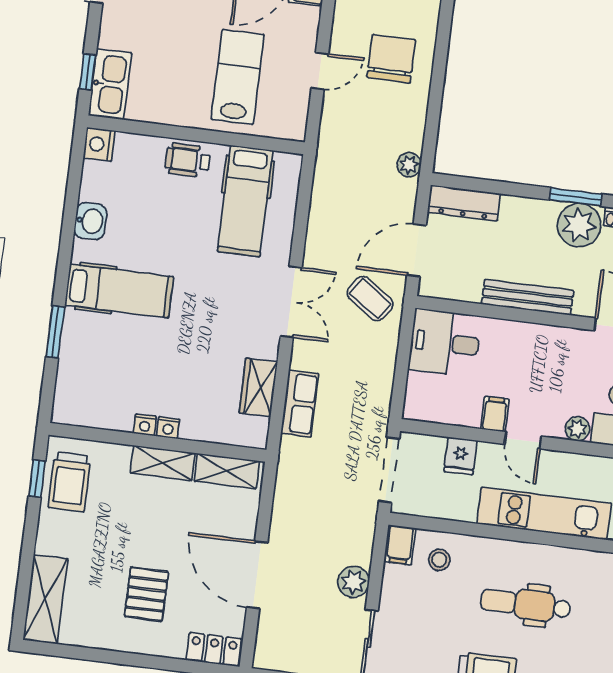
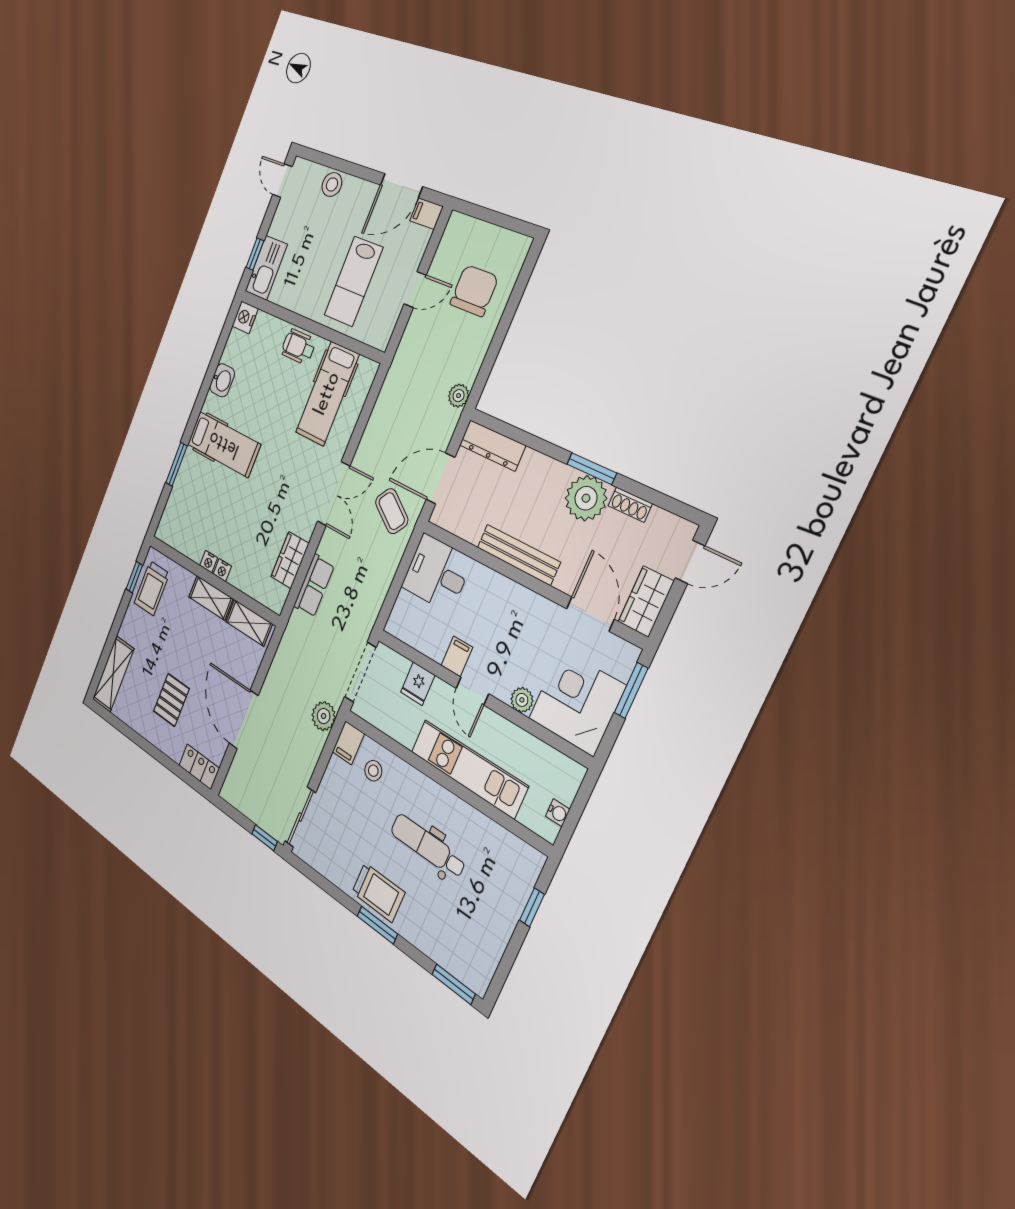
lab bench: (238, 77) -> (353, 281), turned 180
plant: (353, 582) -> (324, 716), moved

